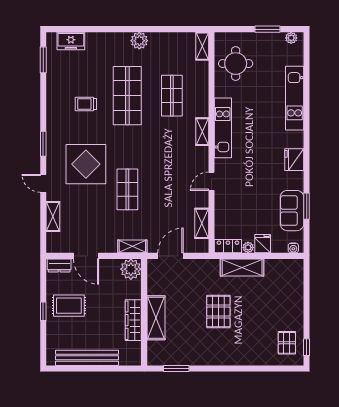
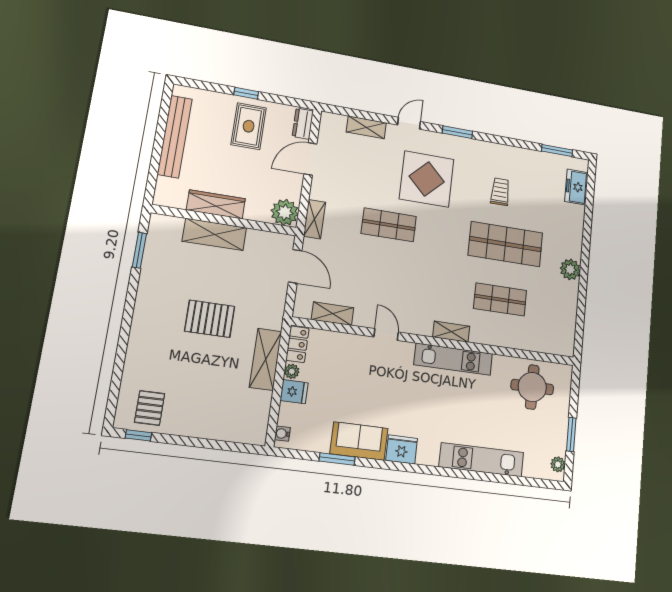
shelving: (202, 46) -> (557, 347), removed
sofa: (292, 211) -> (359, 441), moved
pallet: (287, 343) -> (150, 408), turned 90

